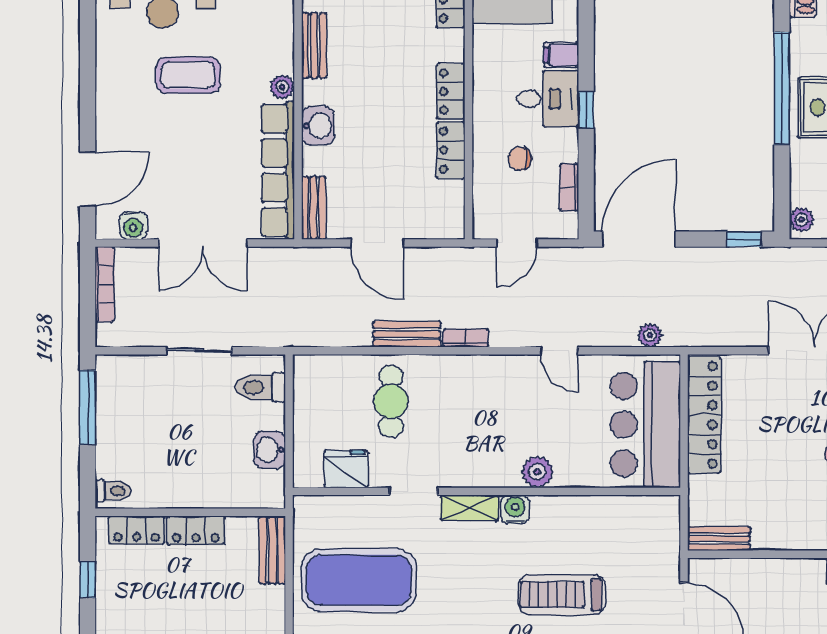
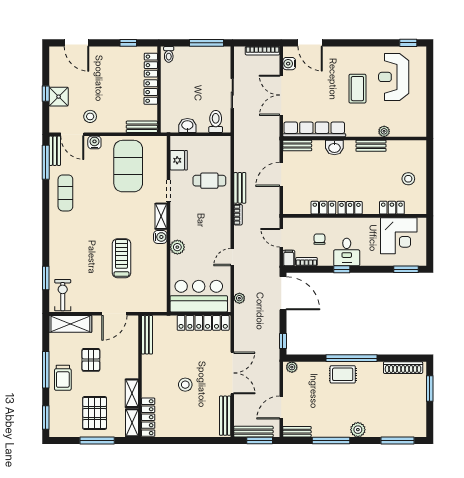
filing cabinet: (561, 55) -> (289, 258), moved
plant: (282, 87) -> (384, 131), moved
bench: (719, 539) -> (147, 335), width x1.36

